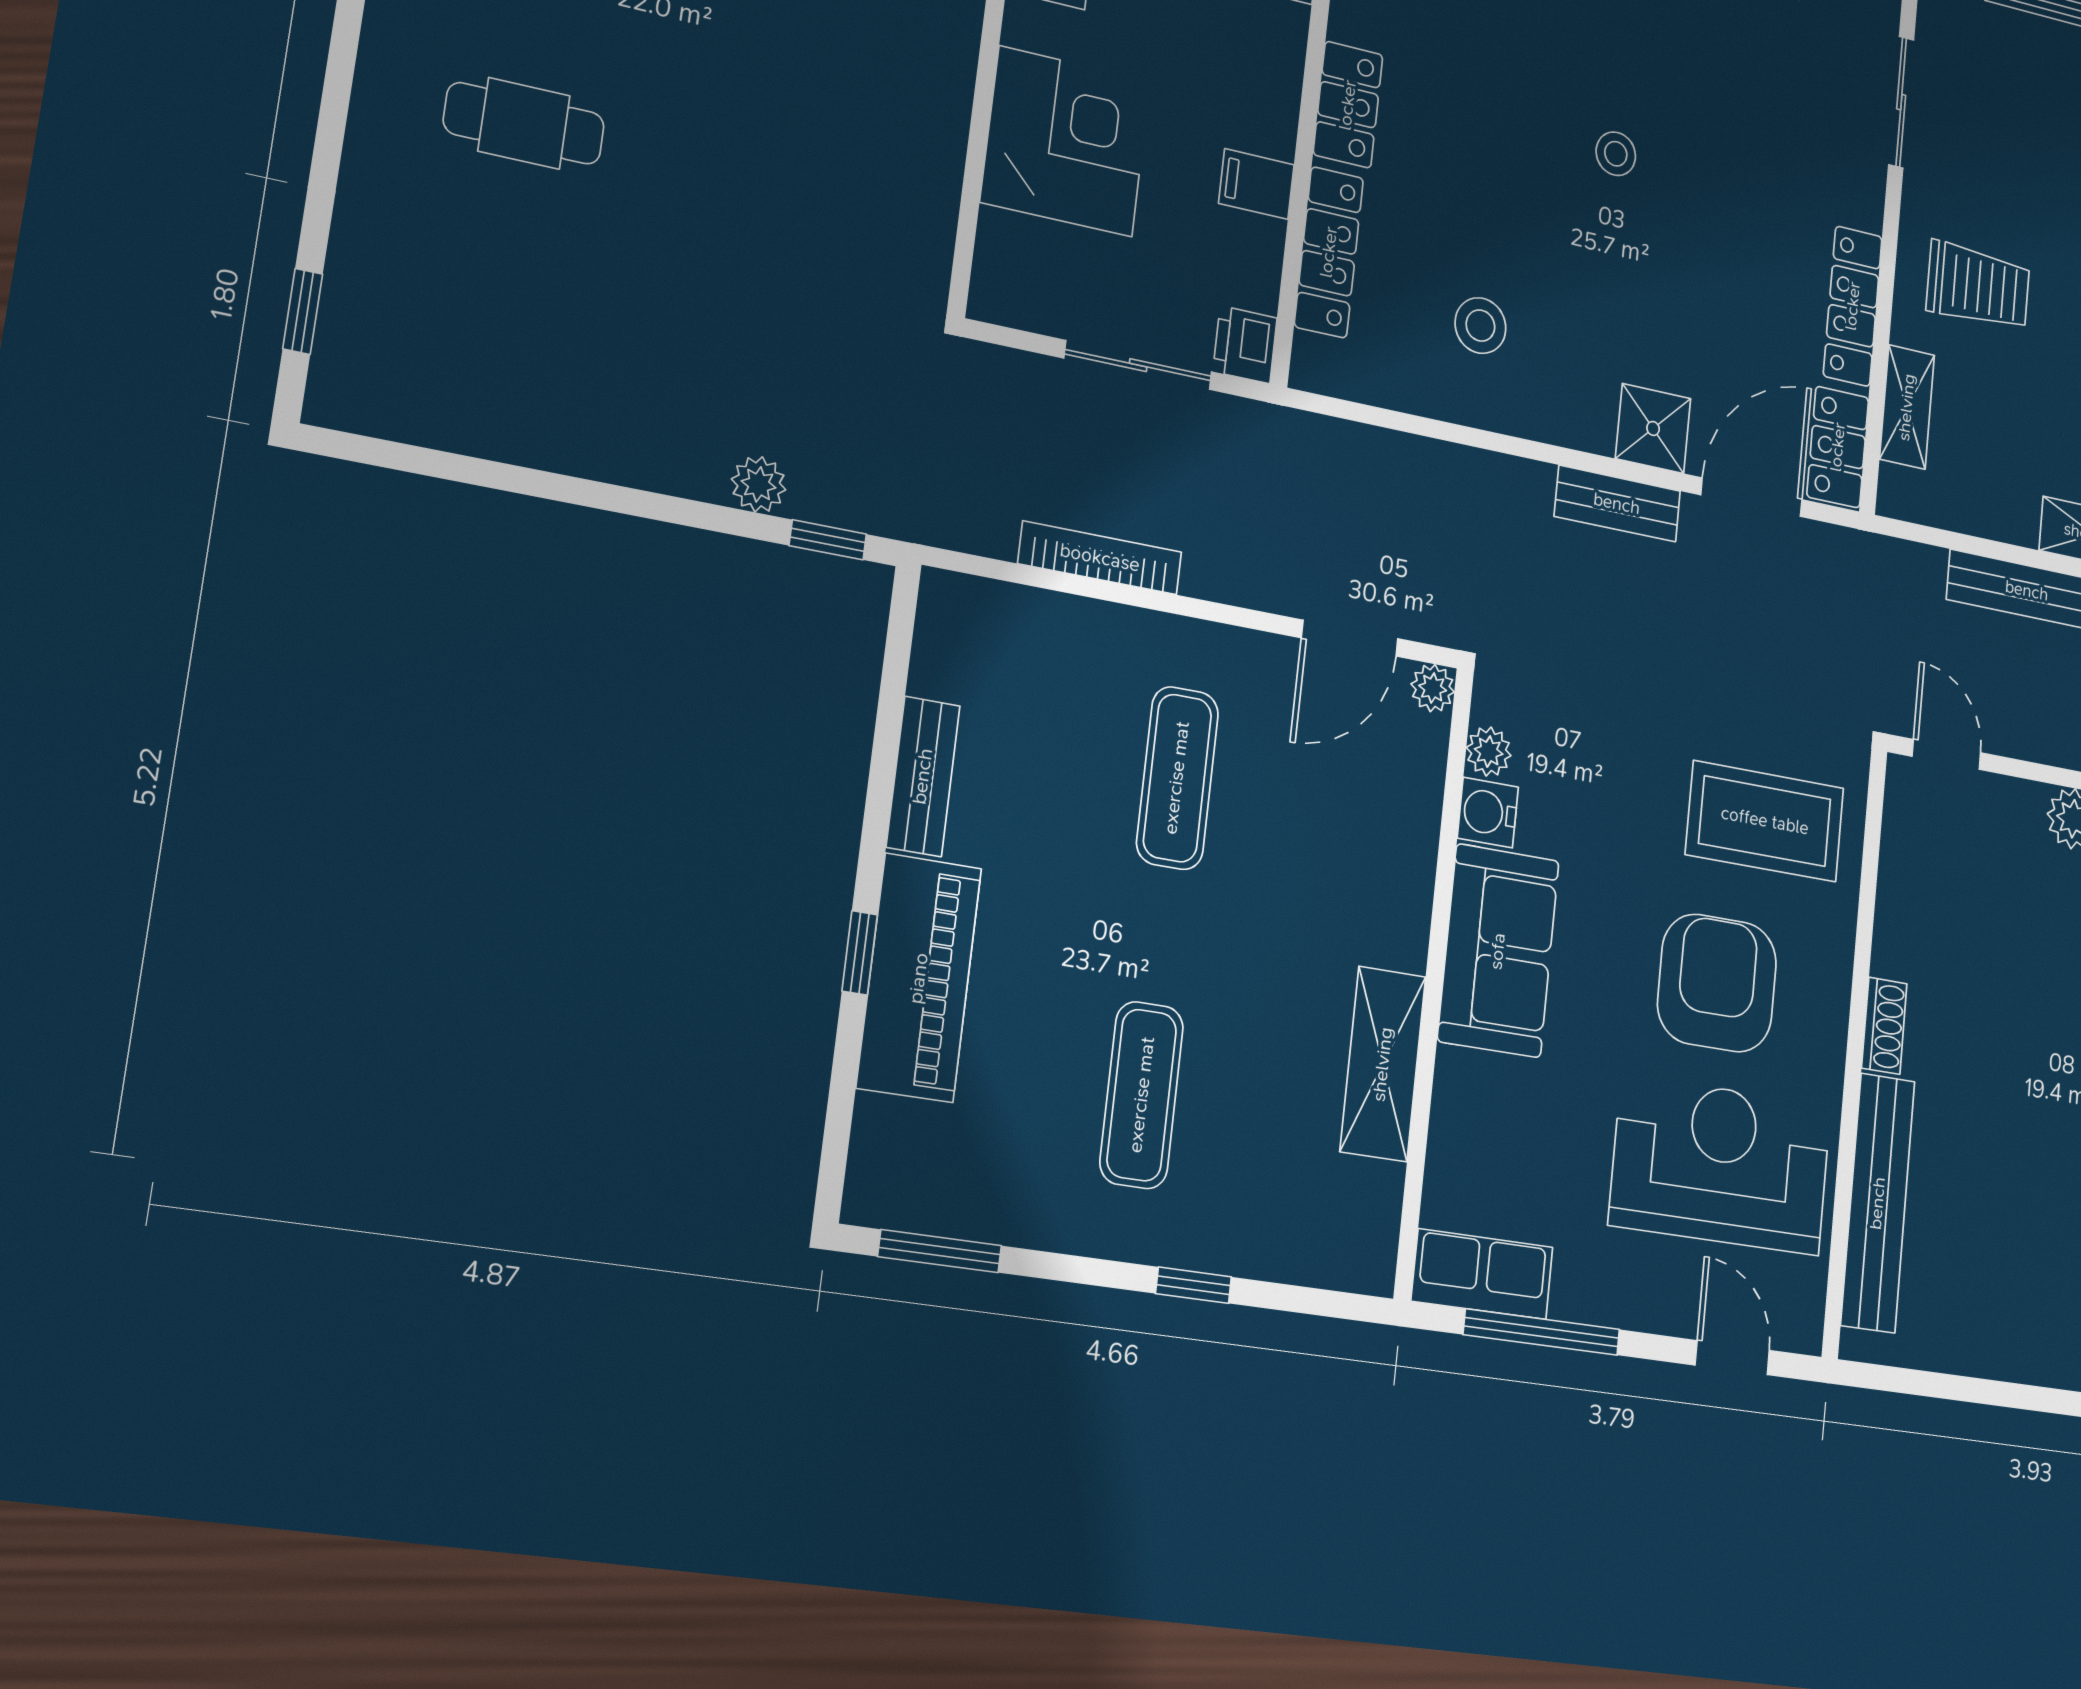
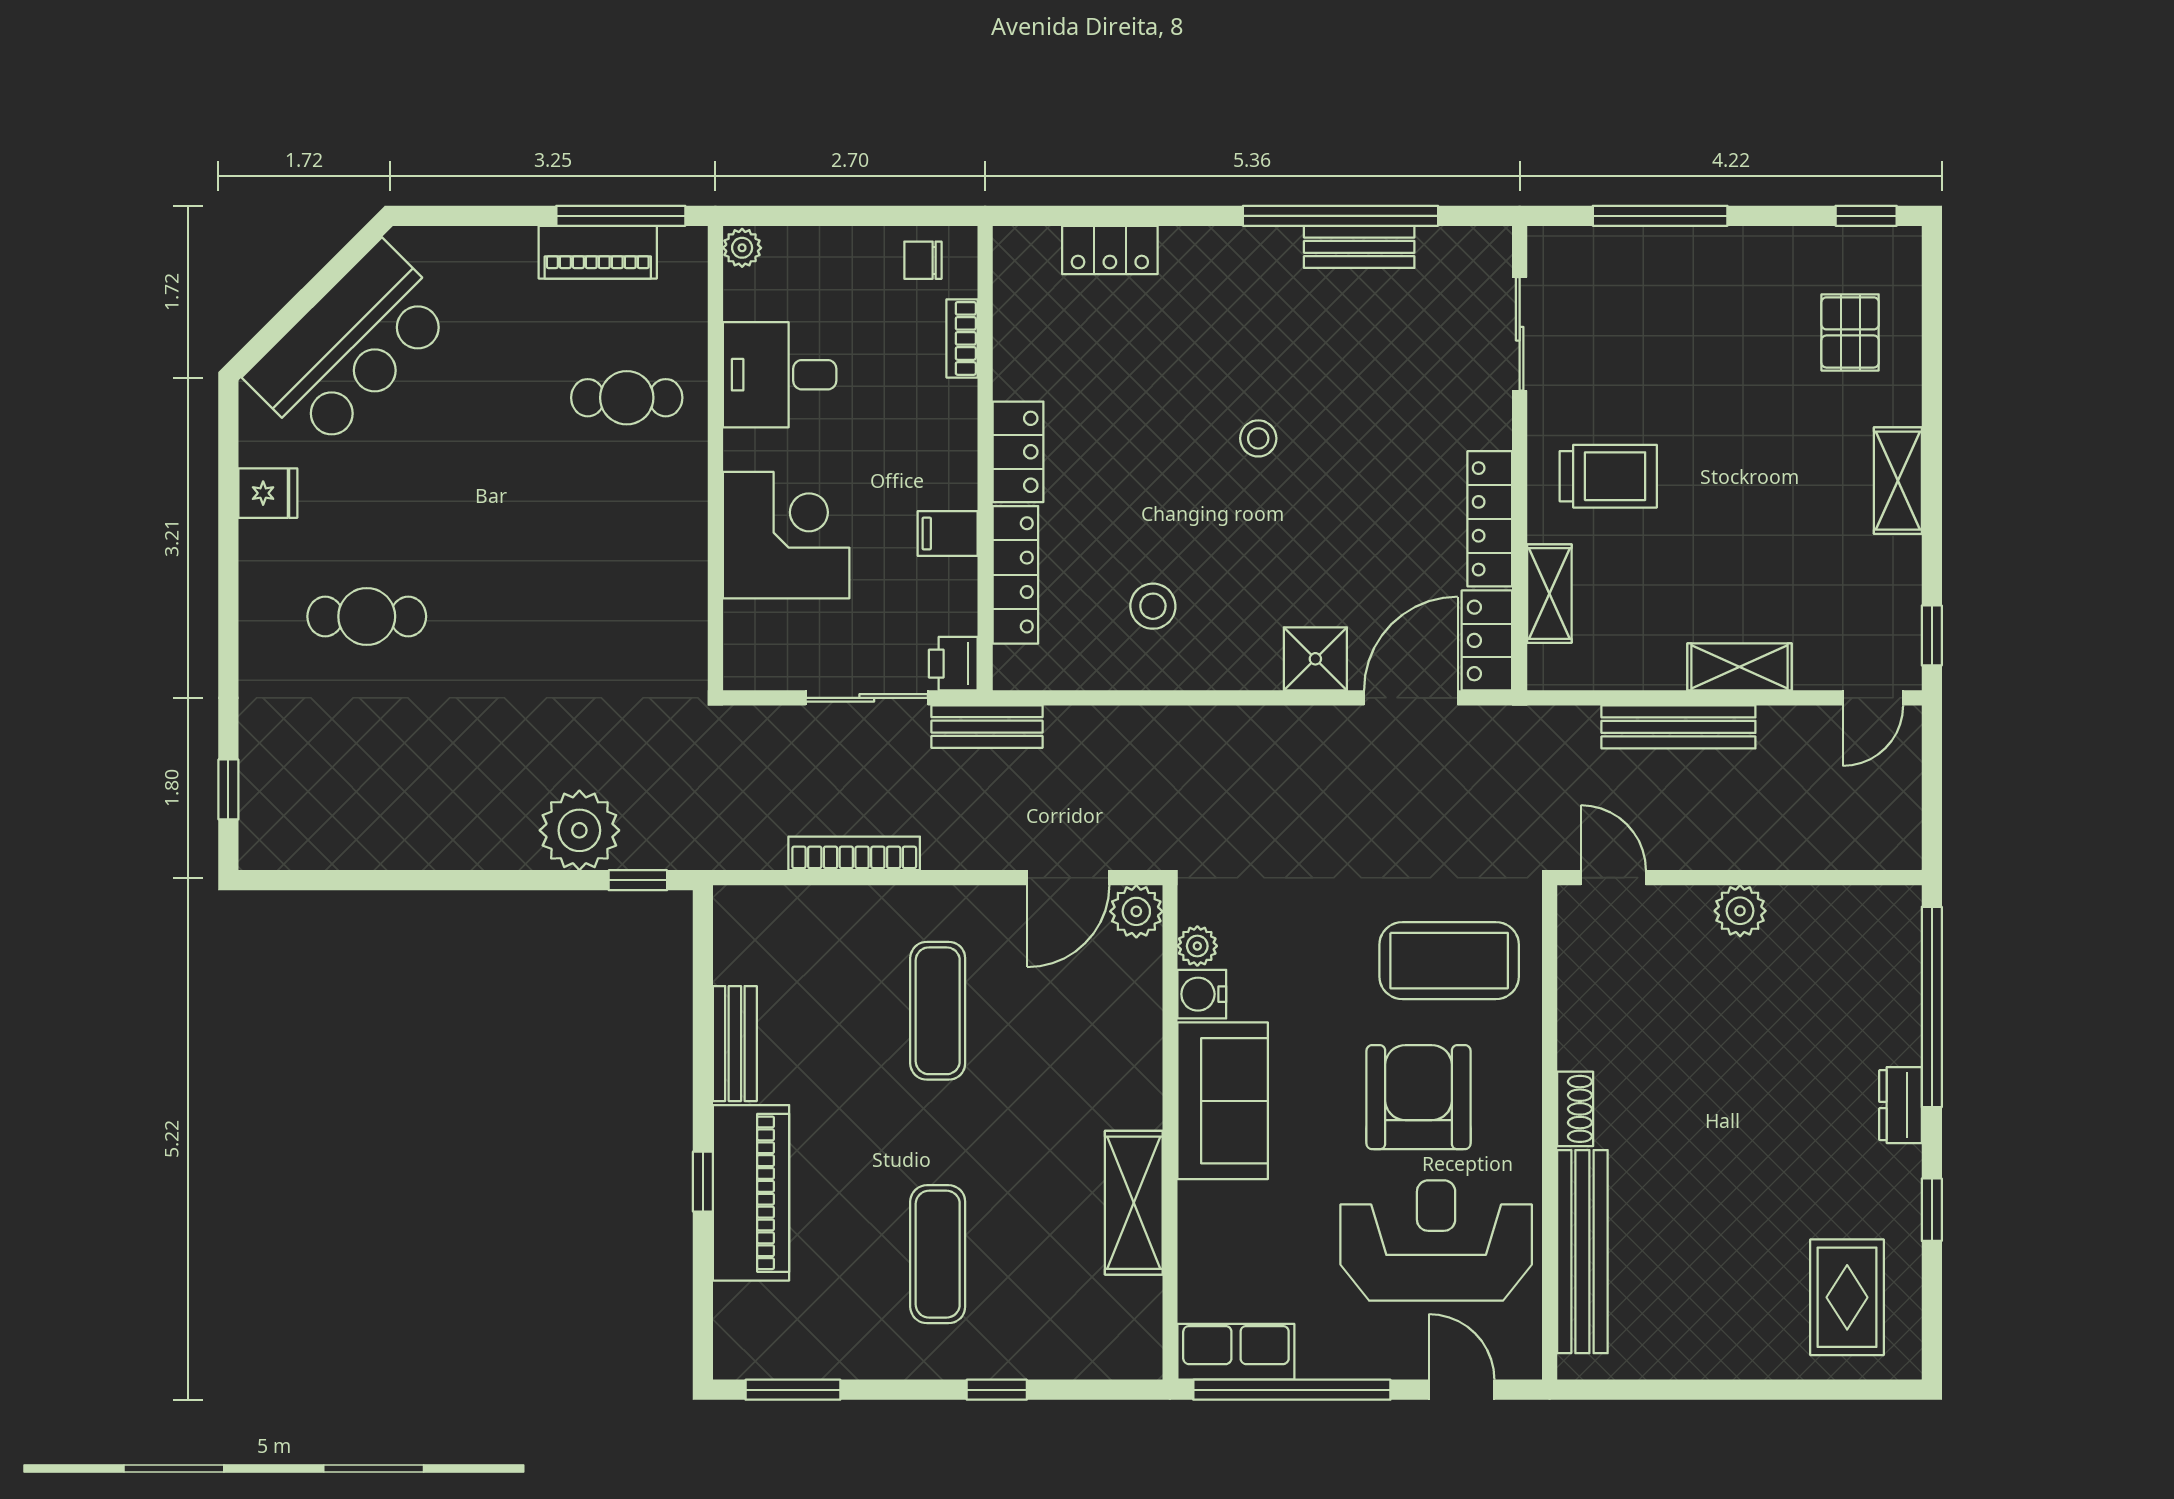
plant: (759, 484) -> (579, 830), width x1.87, depth x1.87
bench: (1617, 504) -> (987, 727), moved
plant: (1433, 688) -> (1136, 911), width x1.38, depth x1.38
window: (1542, 1332) -> (1292, 1390), width x1.46

